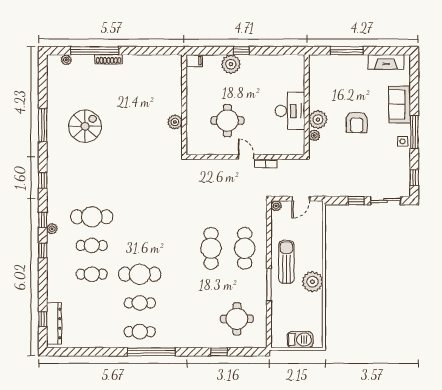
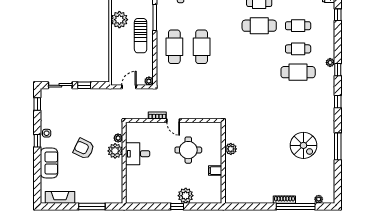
filing cabinet: (194, 61) -> (215, 171), moved
desk: (290, 111) -> (138, 154), width x0.73
armchair: (357, 122) -> (84, 149), turned -64
spiral stairs: (85, 126) -> (303, 145), turned -90
window: (414, 132) -> (37, 141), width x0.46
window: (43, 250) -> (338, 15), moved

